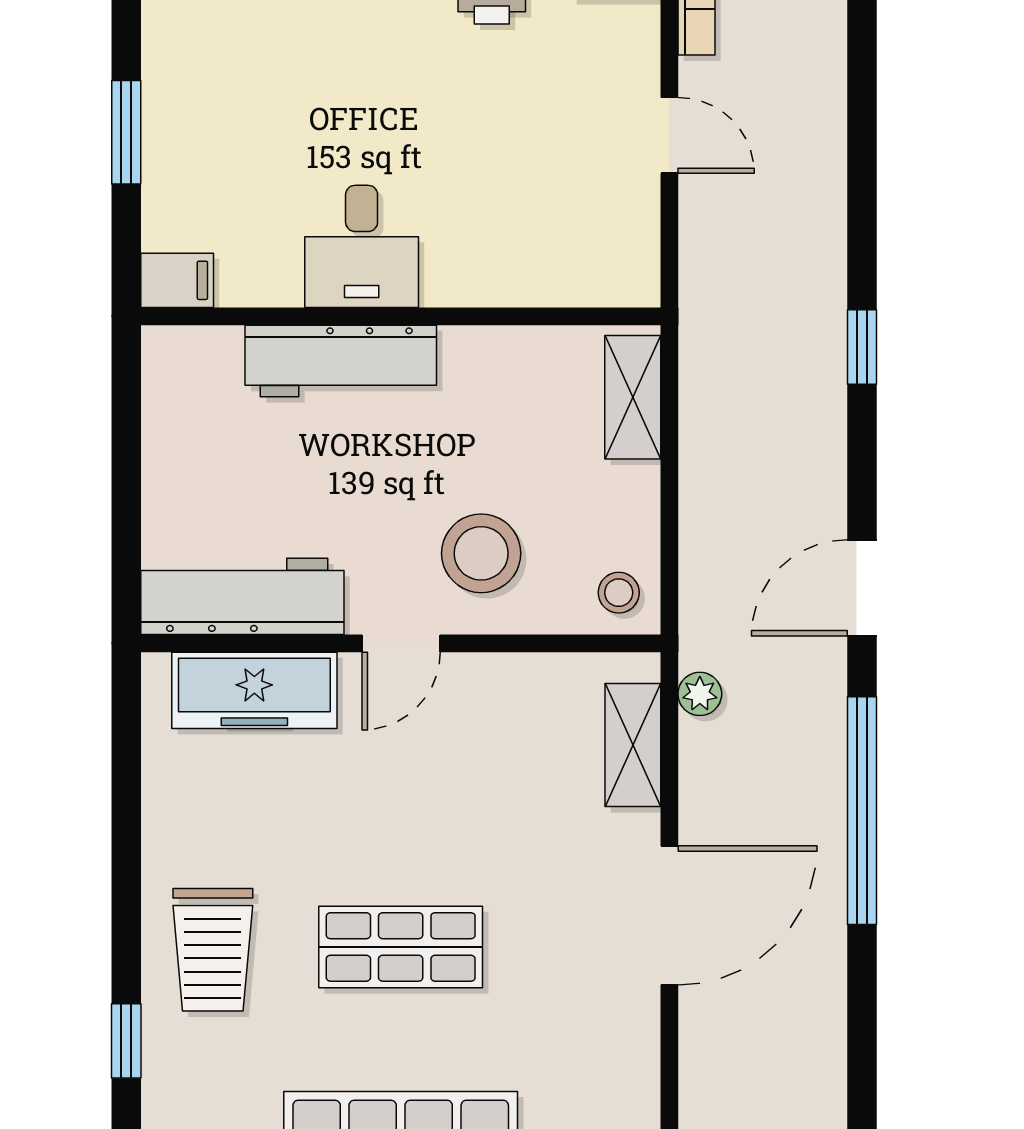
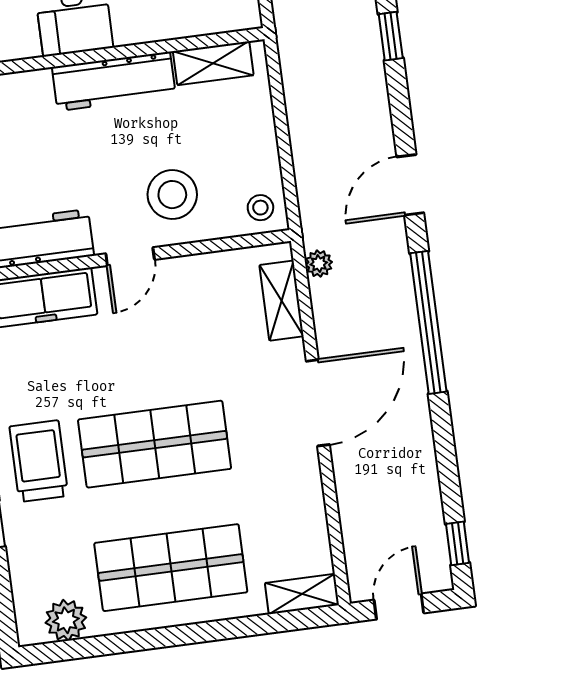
workbench: (341, 361) -> (114, 81), moved
shelving: (633, 397) -> (213, 63), moved, turned 90
shop shelf: (401, 947) -> (155, 444), width x1.43, depth x1.36
trolley: (213, 950) -> (39, 461), turned 180

